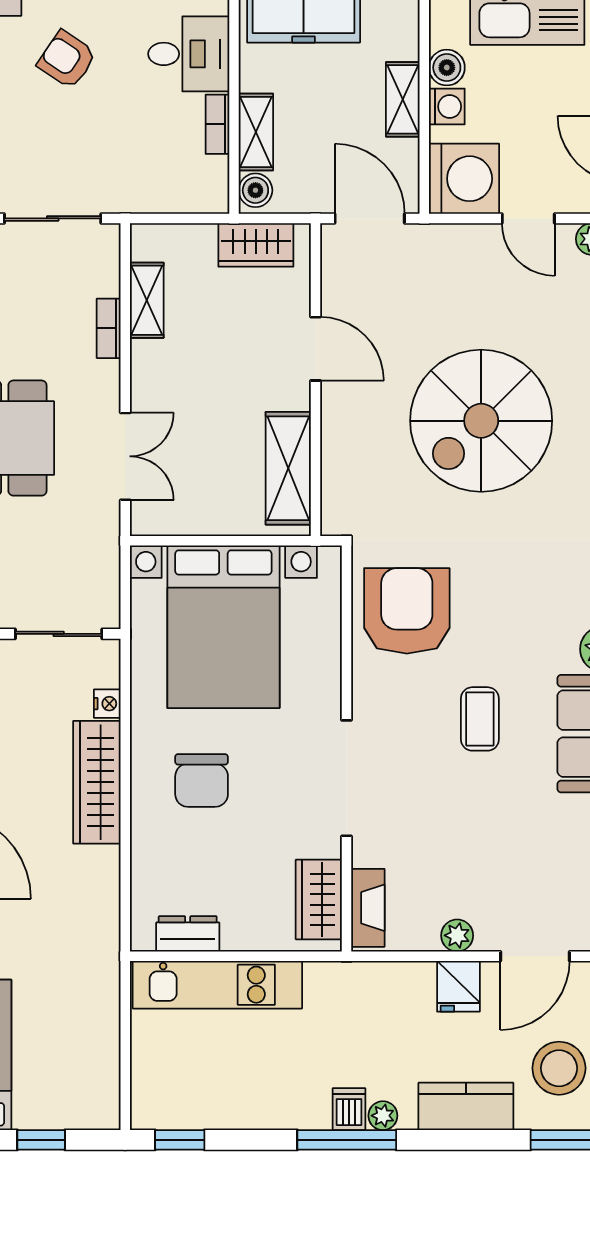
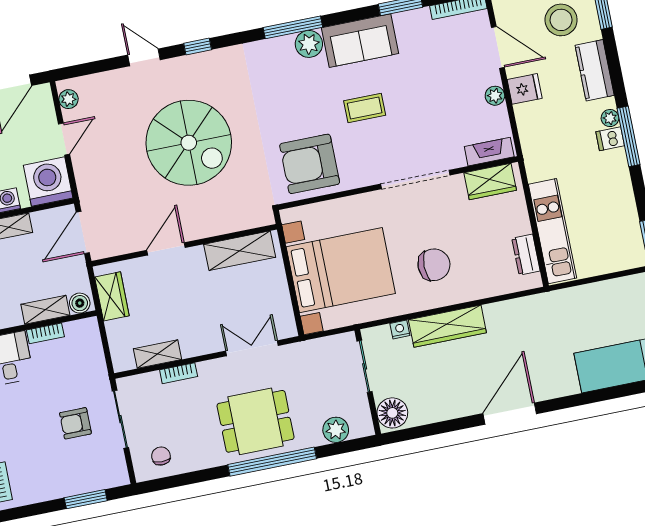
armchair: (67, 59) -> (75, 423), moved, turned 56

